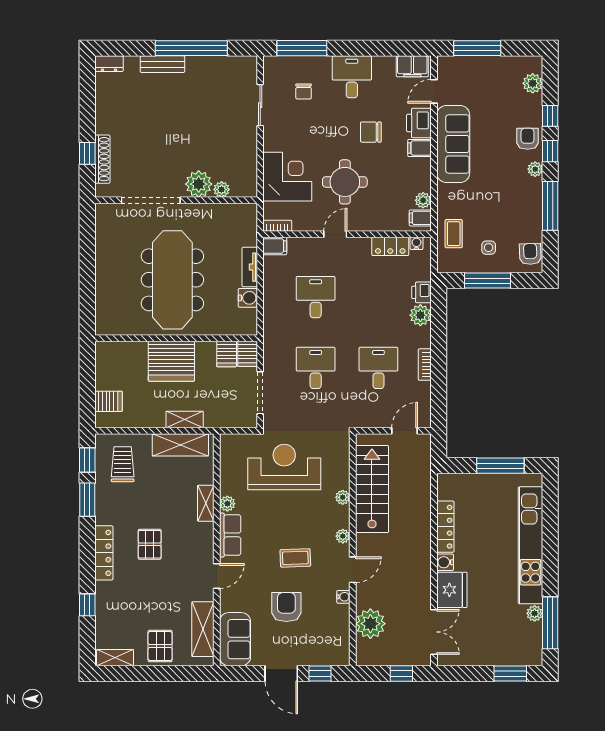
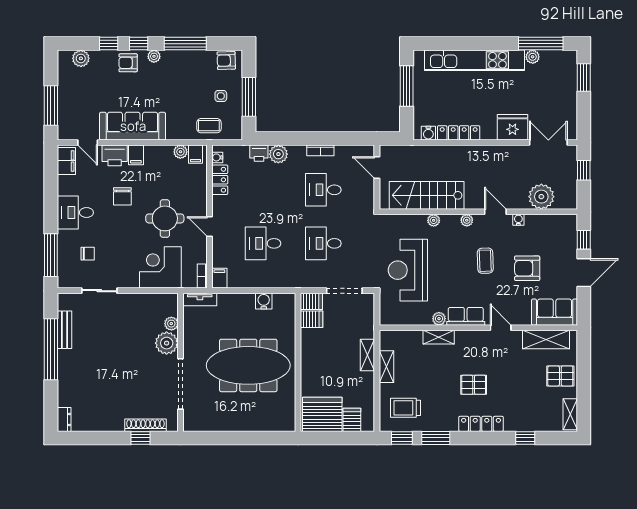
bench: (162, 64) -> (64, 330), moved
tv unit: (250, 267) -> (200, 300), moved
server rack: (171, 361) -> (322, 414), moved, turned -90
shelving: (180, 445) -> (386, 367), width x0.67, depth x0.75
water cooler: (445, 562) -> (428, 133), moved

